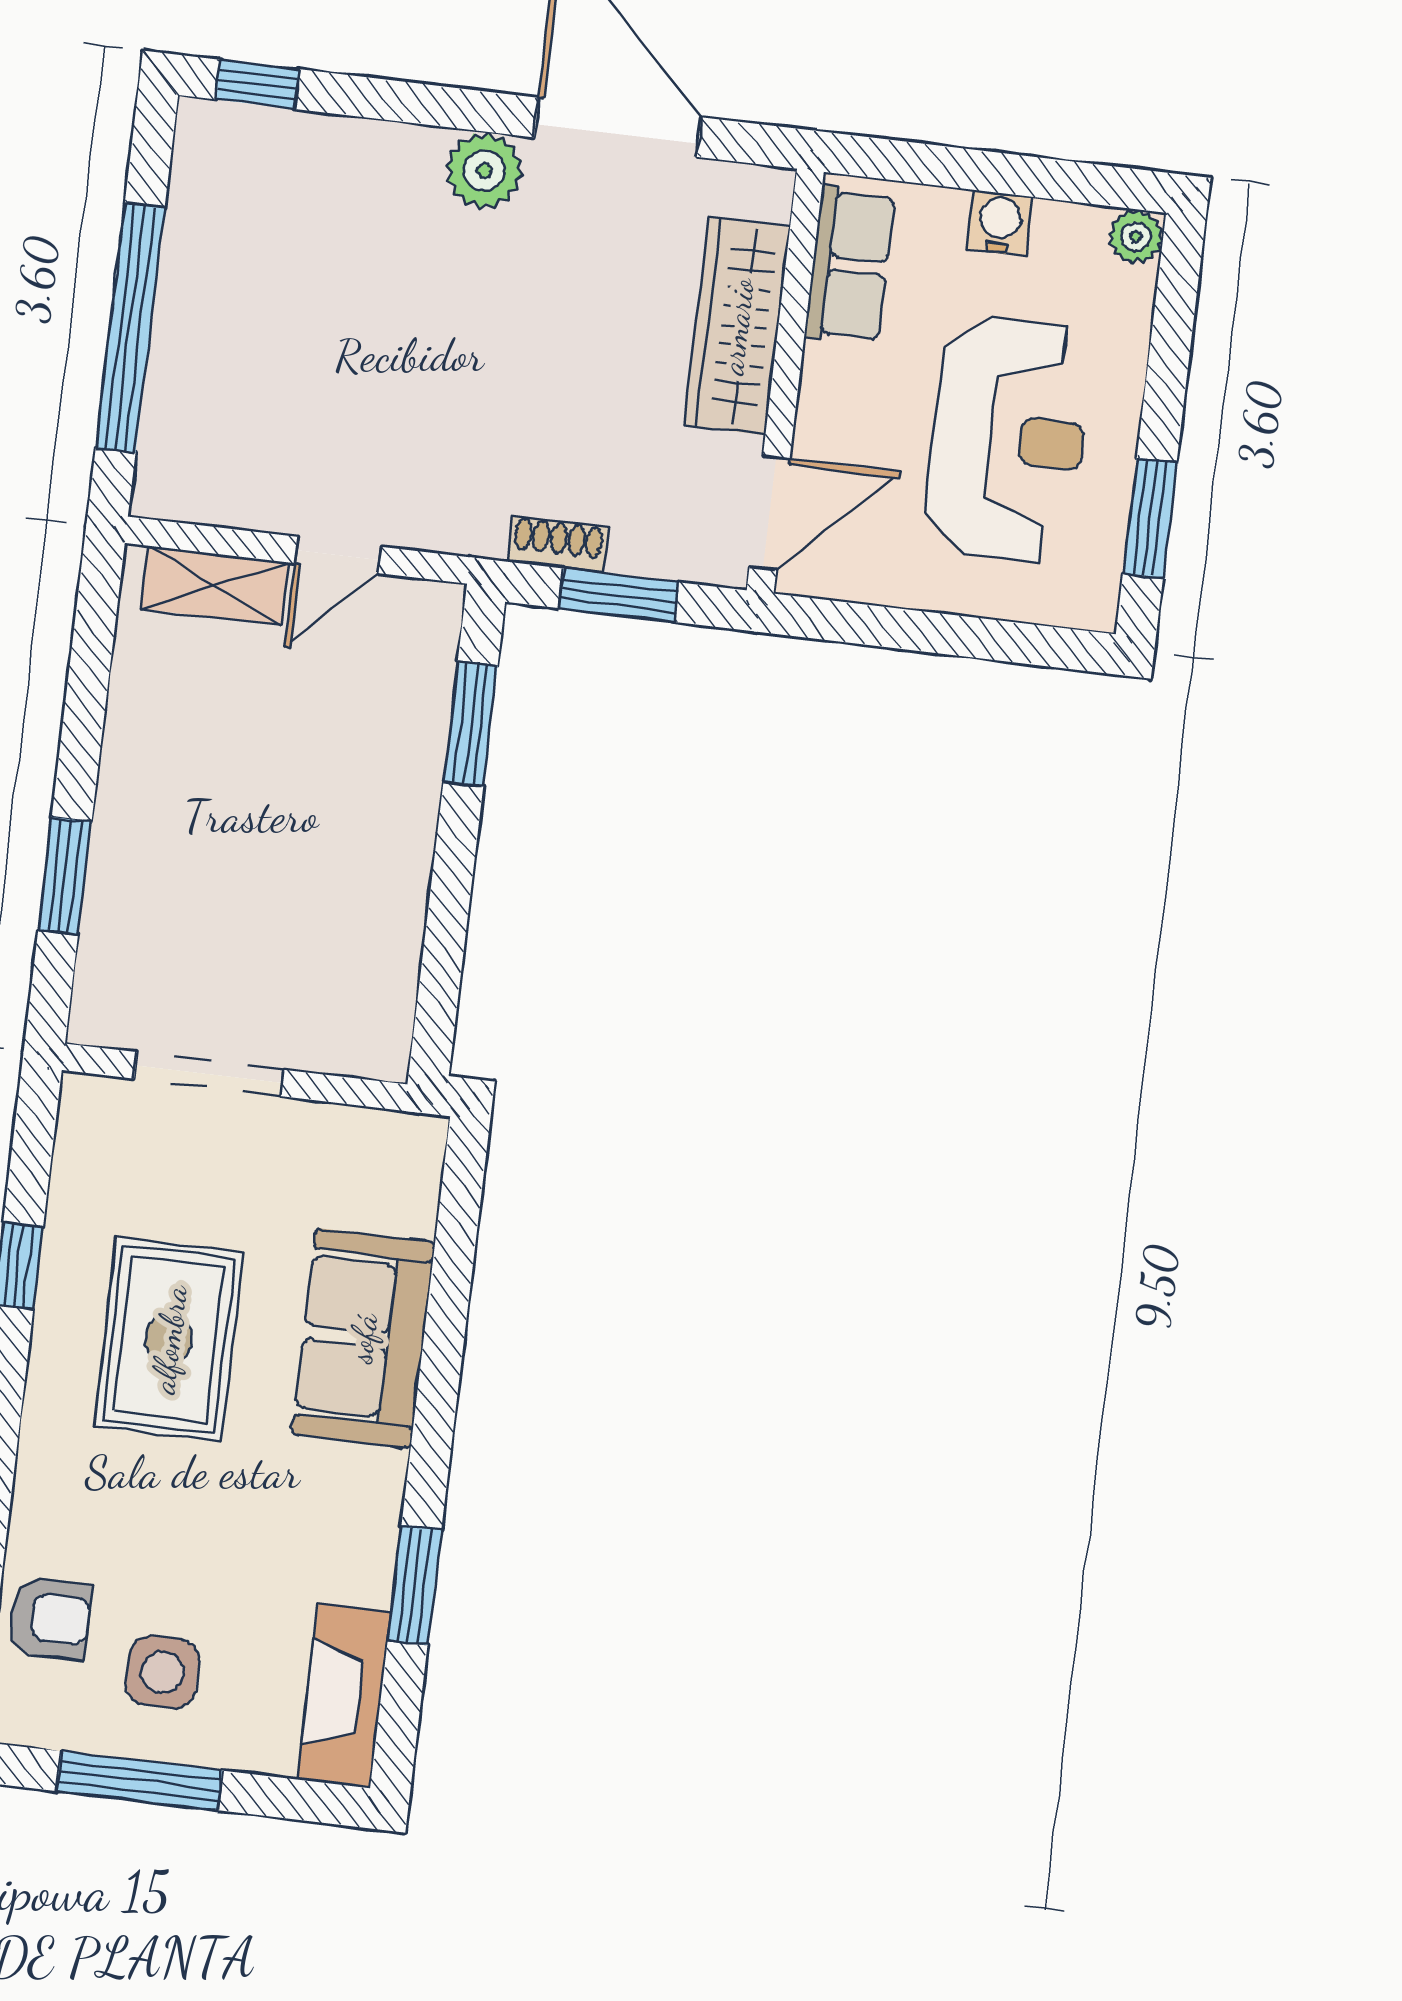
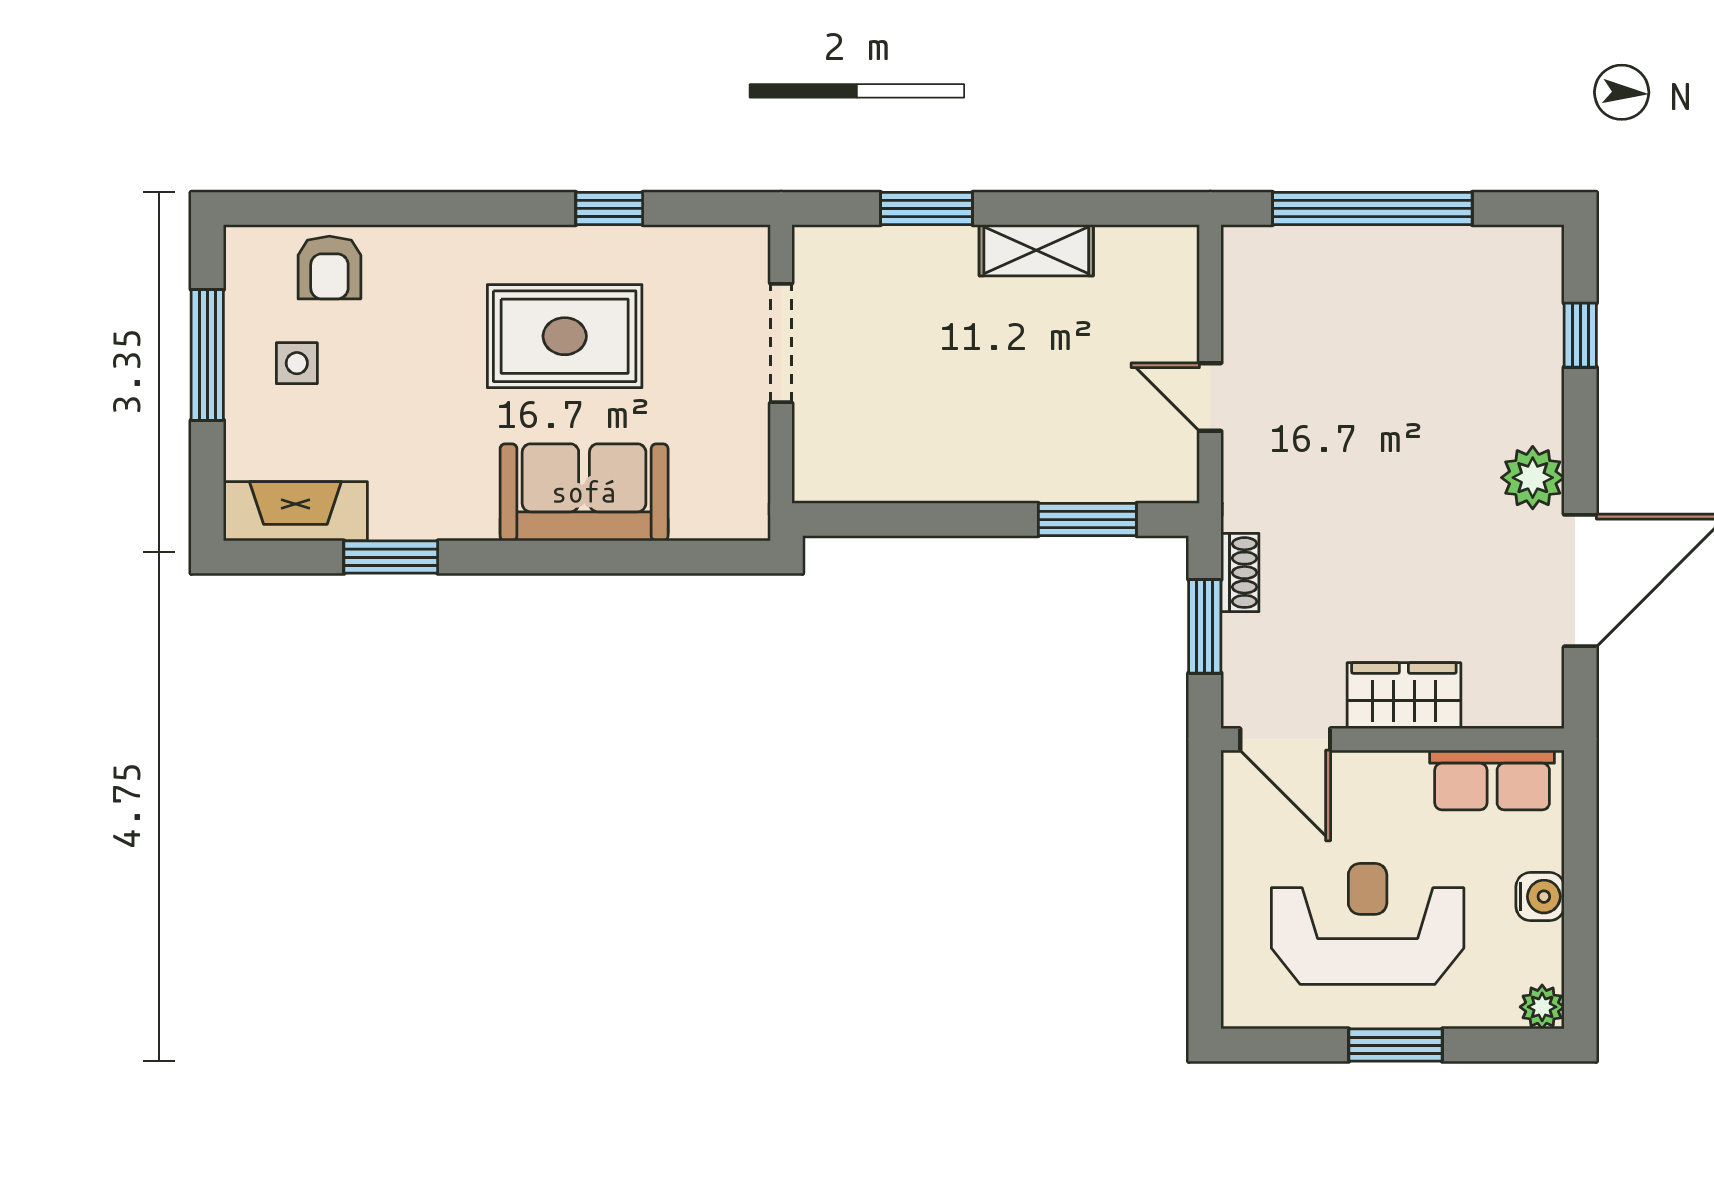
window: (257, 84) -> (1580, 335), moved
wardrobe: (737, 326) -> (1404, 696), width x0.67
reception desk: (1008, 439) -> (1368, 924), turned 180
window: (1150, 518) -> (1396, 1045), moved
shelving: (215, 586) -> (1036, 250), moved, turned 90
side table: (163, 1672) -> (297, 363), width x0.73, depth x0.73

